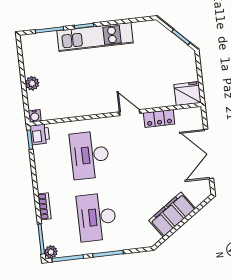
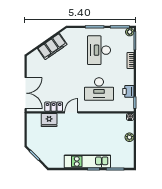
fridge: (187, 94) -> (49, 120), moved
door: (130, 113) -> (71, 112), swing flipped
printer: (40, 134) -> (128, 91), moved
double door: (209, 154) -> (26, 93), moved
desk: (90, 155) -> (99, 89), turned 90
desk: (97, 217) -> (99, 50), turned 180

